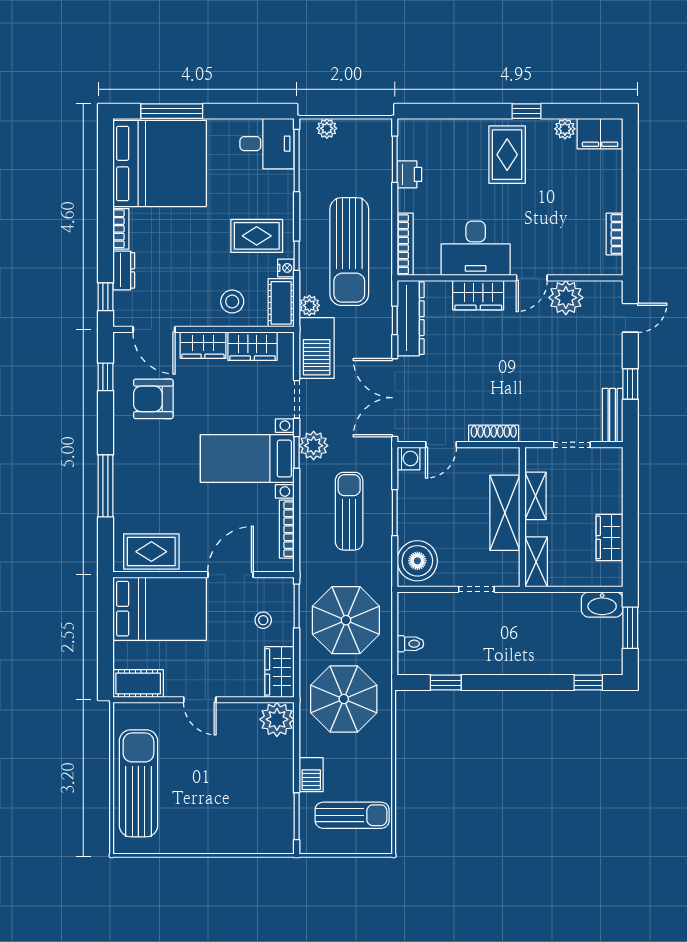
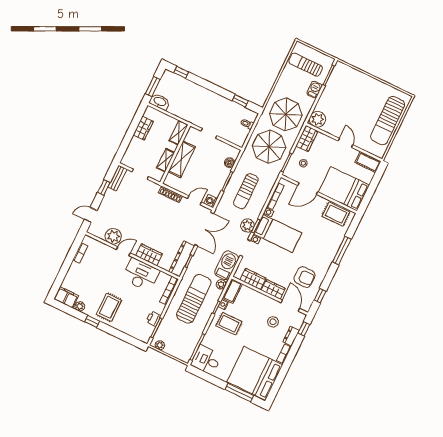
plant: (327, 128) -> (160, 345), moved
stool: (232, 302) -> (273, 322), moved
boiler: (417, 561) -> (230, 163), width x0.54, depth x0.54

